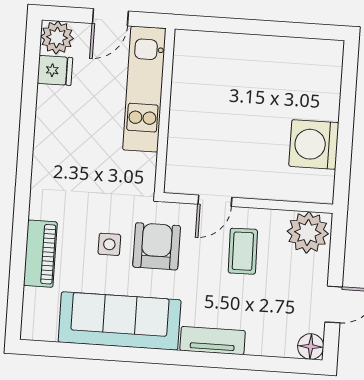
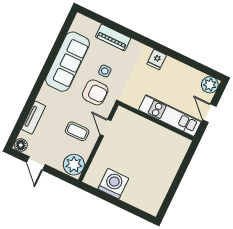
fridge: (55, 70) -> (157, 59), moved
tv unit: (213, 341) -> (33, 118), moved

